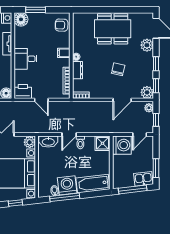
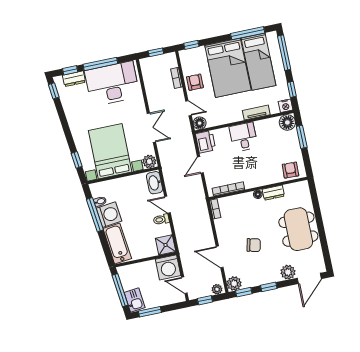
filing cabinet: (64, 53) -> (259, 179), removed
dresser: (78, 70) -> (273, 193), moved

